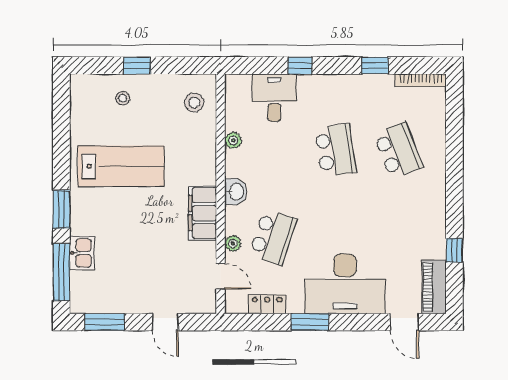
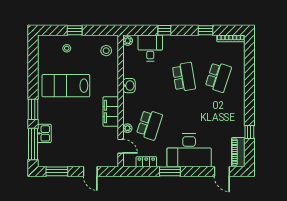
plant: (233, 140) -> (128, 41), moved
school desk: (398, 150) -> (218, 77), turned 39
lab bench: (121, 166) -> (66, 86), turned 180
washbasin: (236, 192) -> (129, 86), moved

